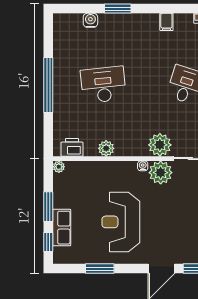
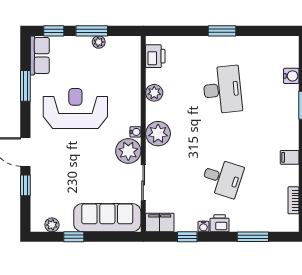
window: (48, 85) -> (222, 31), width x0.47
plant: (160, 145) -> (158, 134), moved
plant: (59, 167) -> (99, 42), moved
row of seats: (62, 228) -> (40, 55), moved, turned -90

